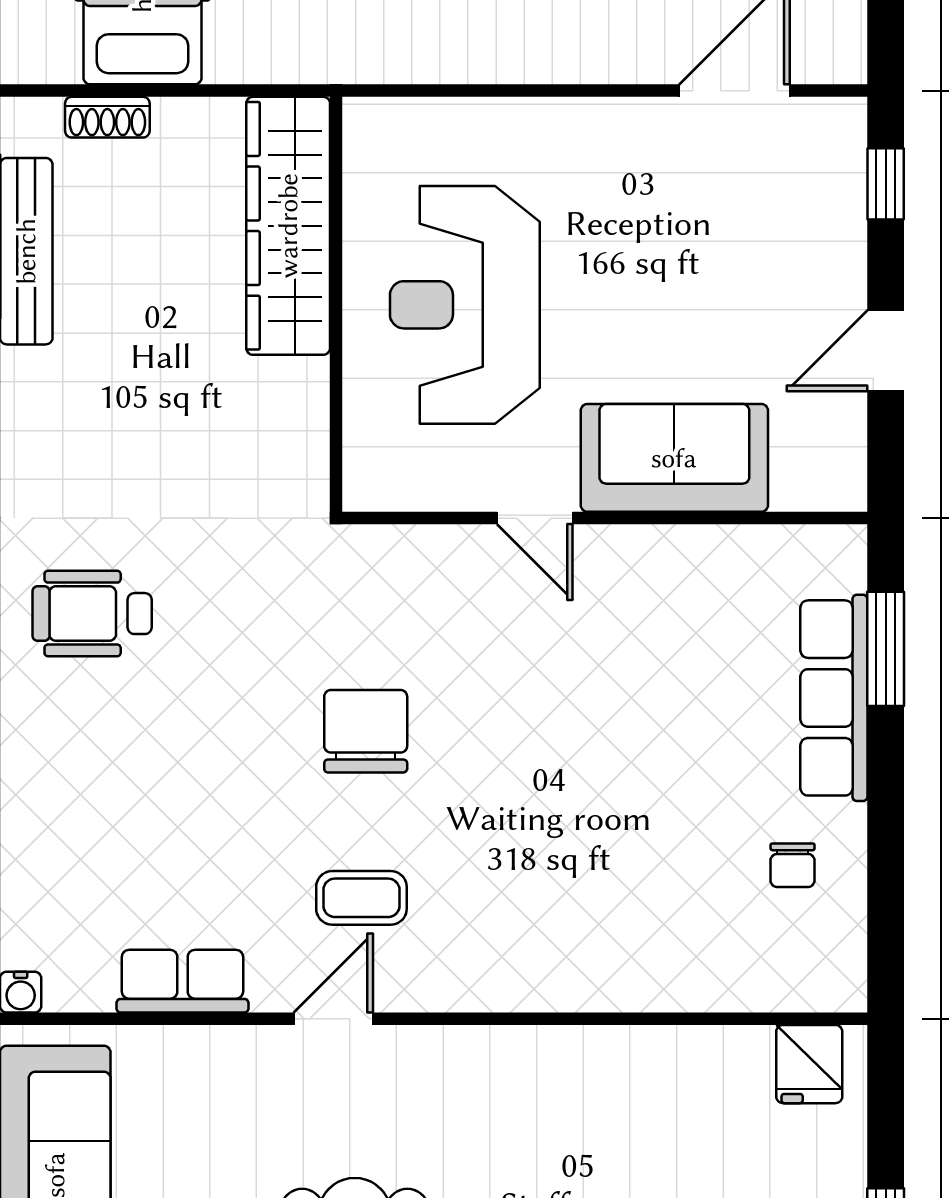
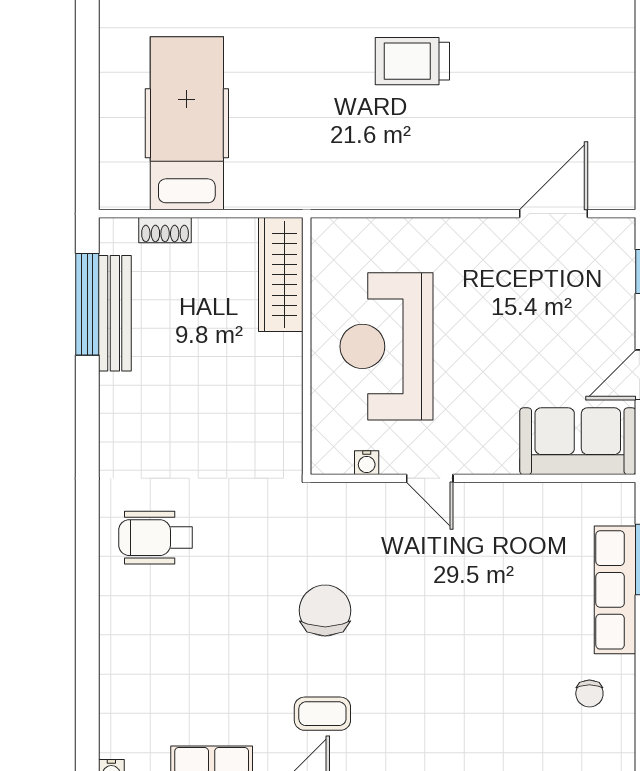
wardrobe: (288, 226) -> (281, 275), width x0.71, depth x0.85
sofa: (674, 458) -> (578, 441), moved
water cooler: (433, 492) -> (367, 463), added

